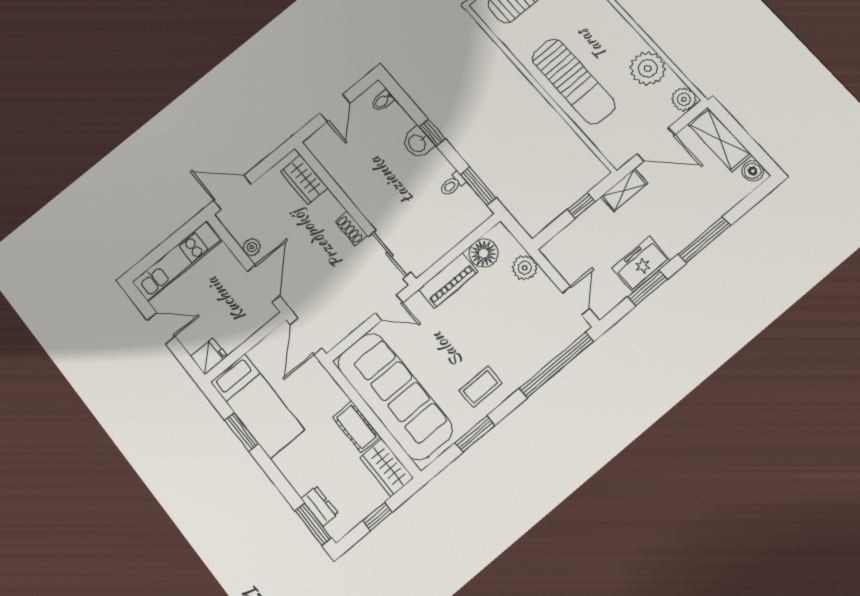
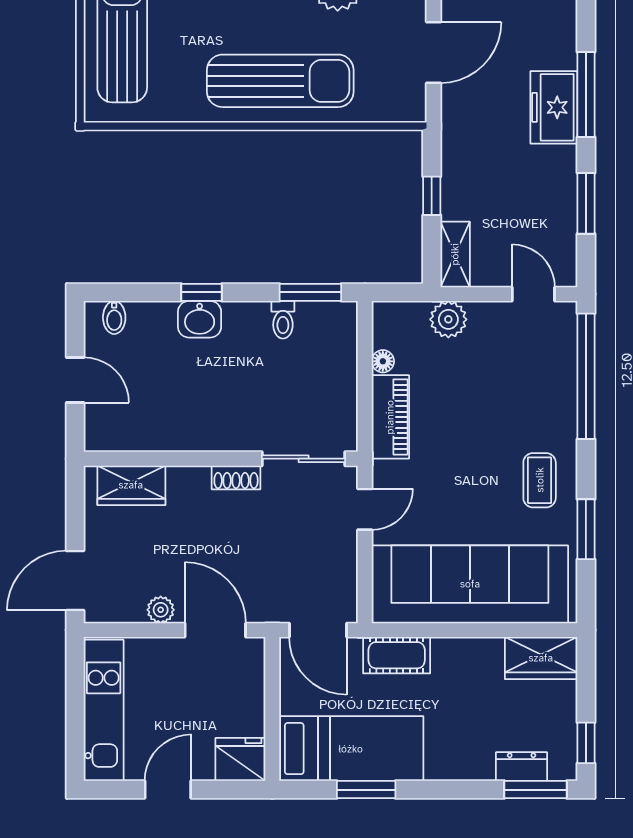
shelving: (624, 190) -> (455, 254), moved
floor lamp: (484, 253) -> (383, 361), width x0.53, depth x0.53
freezer: (641, 264) -> (554, 107), moved
fridge: (209, 356) -> (240, 759), width x1.38
cot: (356, 427) -> (397, 655), moved
window: (377, 516) -> (586, 743), moved

